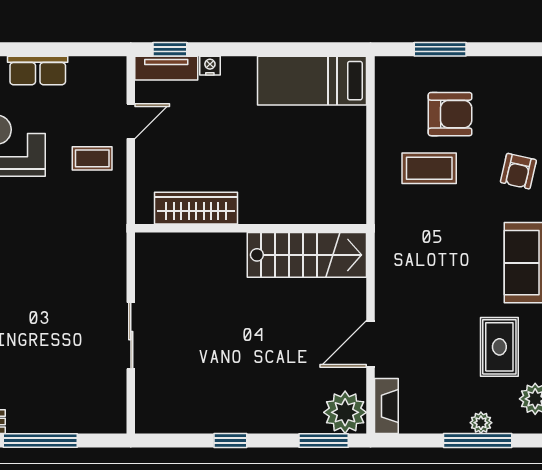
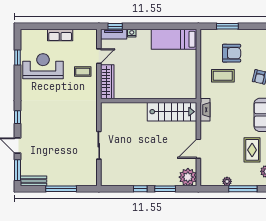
wardrobe: (196, 208) -> (107, 82), moved, turned 90
fireplace: (386, 406) -> (205, 110), moved
plant: (481, 423) -> (227, 181), moved
window: (324, 441) -> (165, 189), moved

